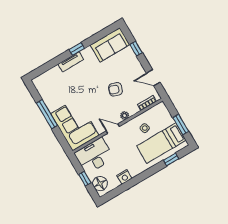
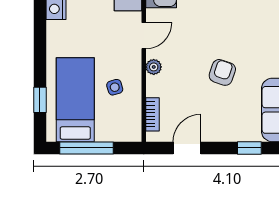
armchair: (115, 89) -> (222, 72), moved
window: (181, 125) -> (86, 148), width x1.44

